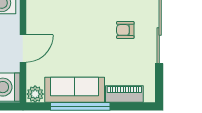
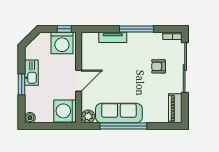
piano: (124, 94) -> (175, 108), moved, turned -90

